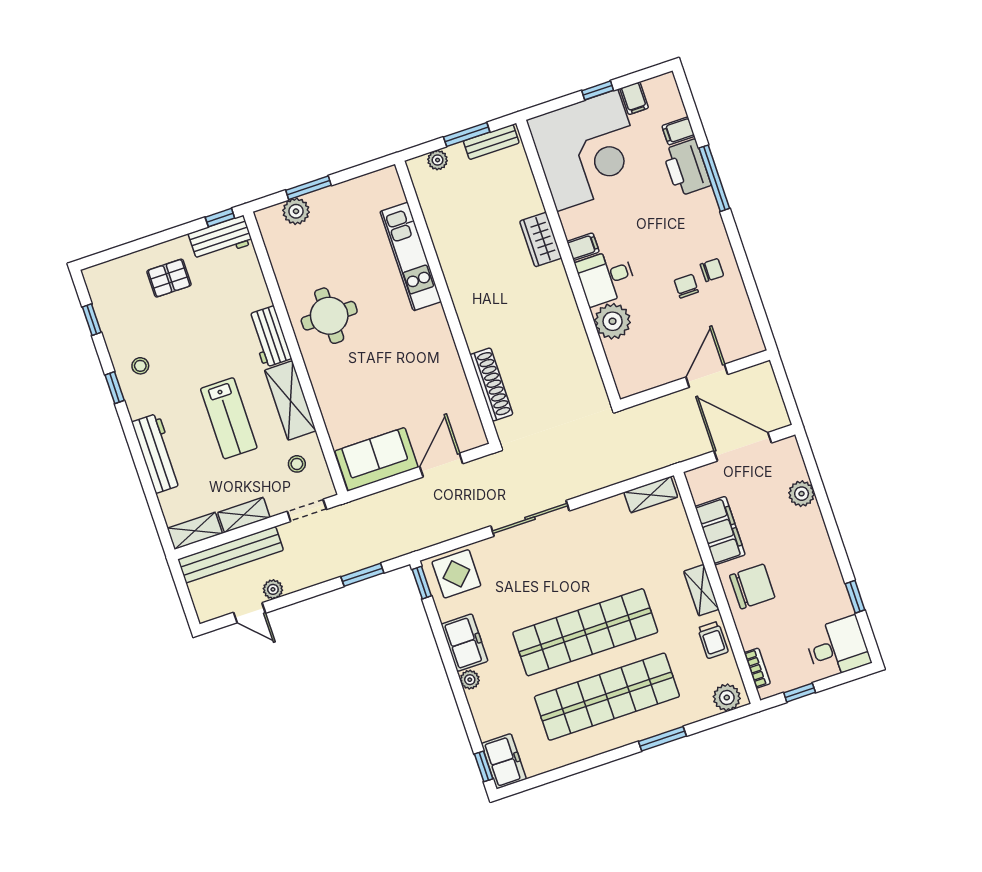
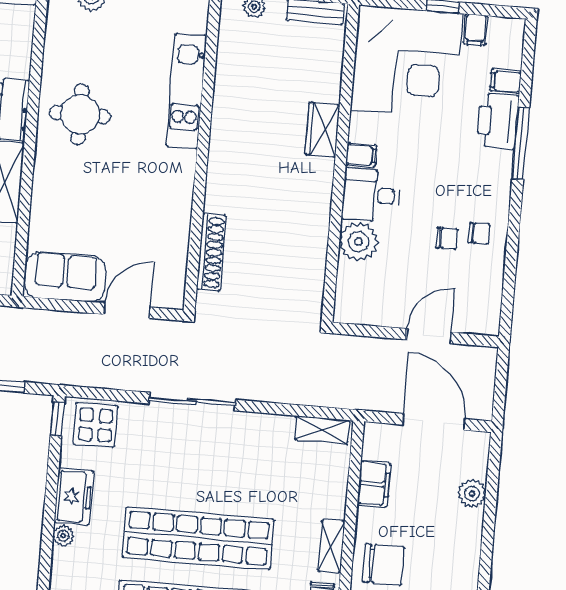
chair: (686, 286) -> (447, 238), turned 90
filing cabinet: (720, 531) -> (374, 484), width x0.67, depth x0.86

